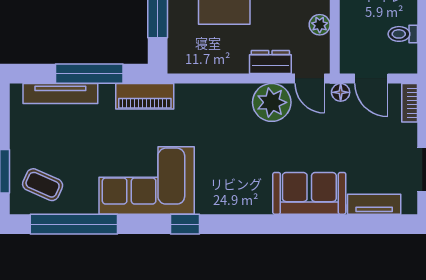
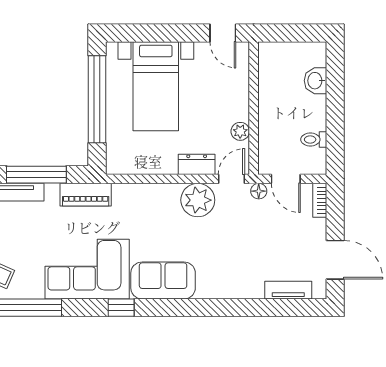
door: (310, 78) -> (231, 179), swing flipped
sofa: (309, 193) -> (163, 280), moved

